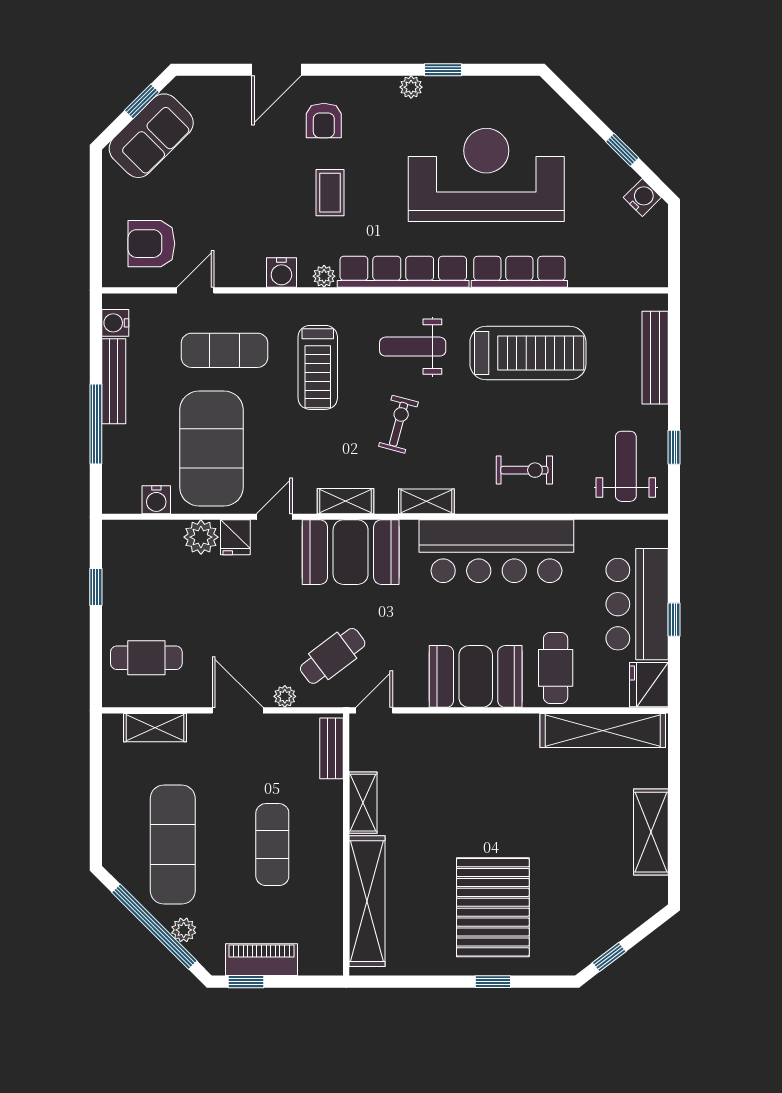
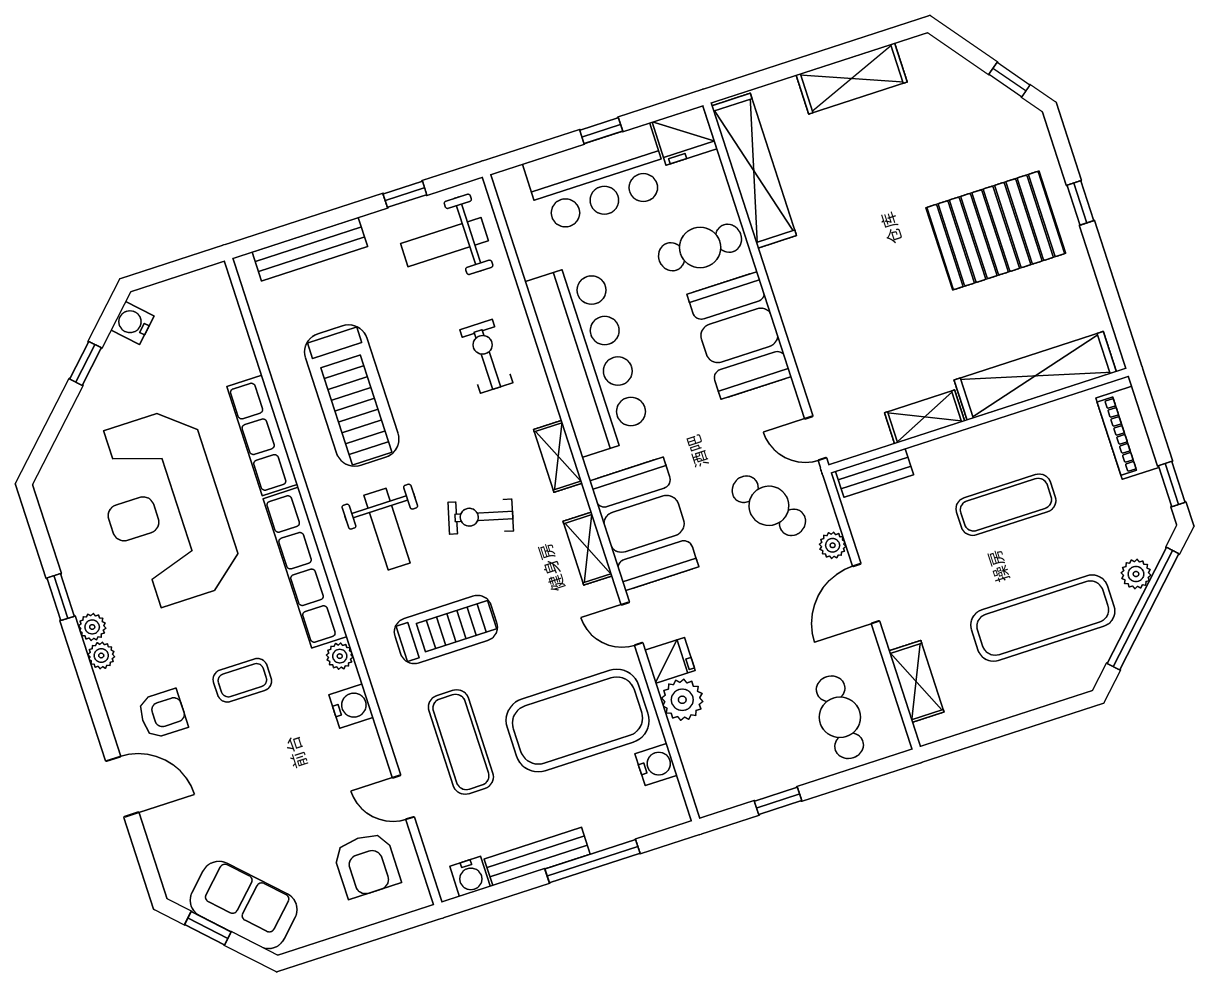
plant: (386, 87) -> (101, 655), added
treadmill: (528, 353) -> (352, 396), turned 180
piano: (261, 960) -> (1127, 433), moved

